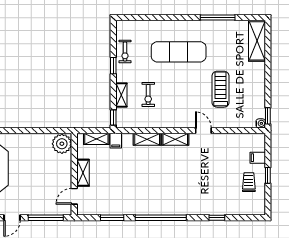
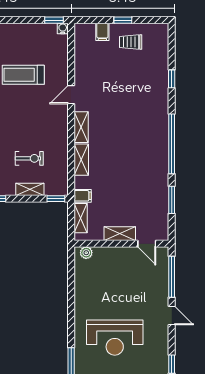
plant: (62, 144) -> (86, 253), width x0.53, depth x0.53

